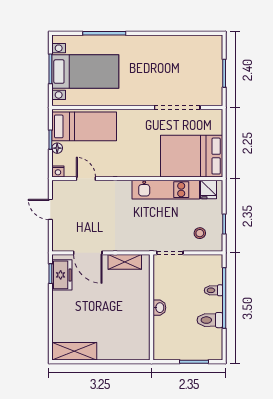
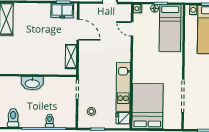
door: (86, 179) -> (132, 29), swing flipped
door: (88, 253) -> (78, 30), swing flipped
washbasin: (159, 308) -> (32, 83), width x1.91, depth x1.45
toilet: (210, 320) -> (13, 118), moved

